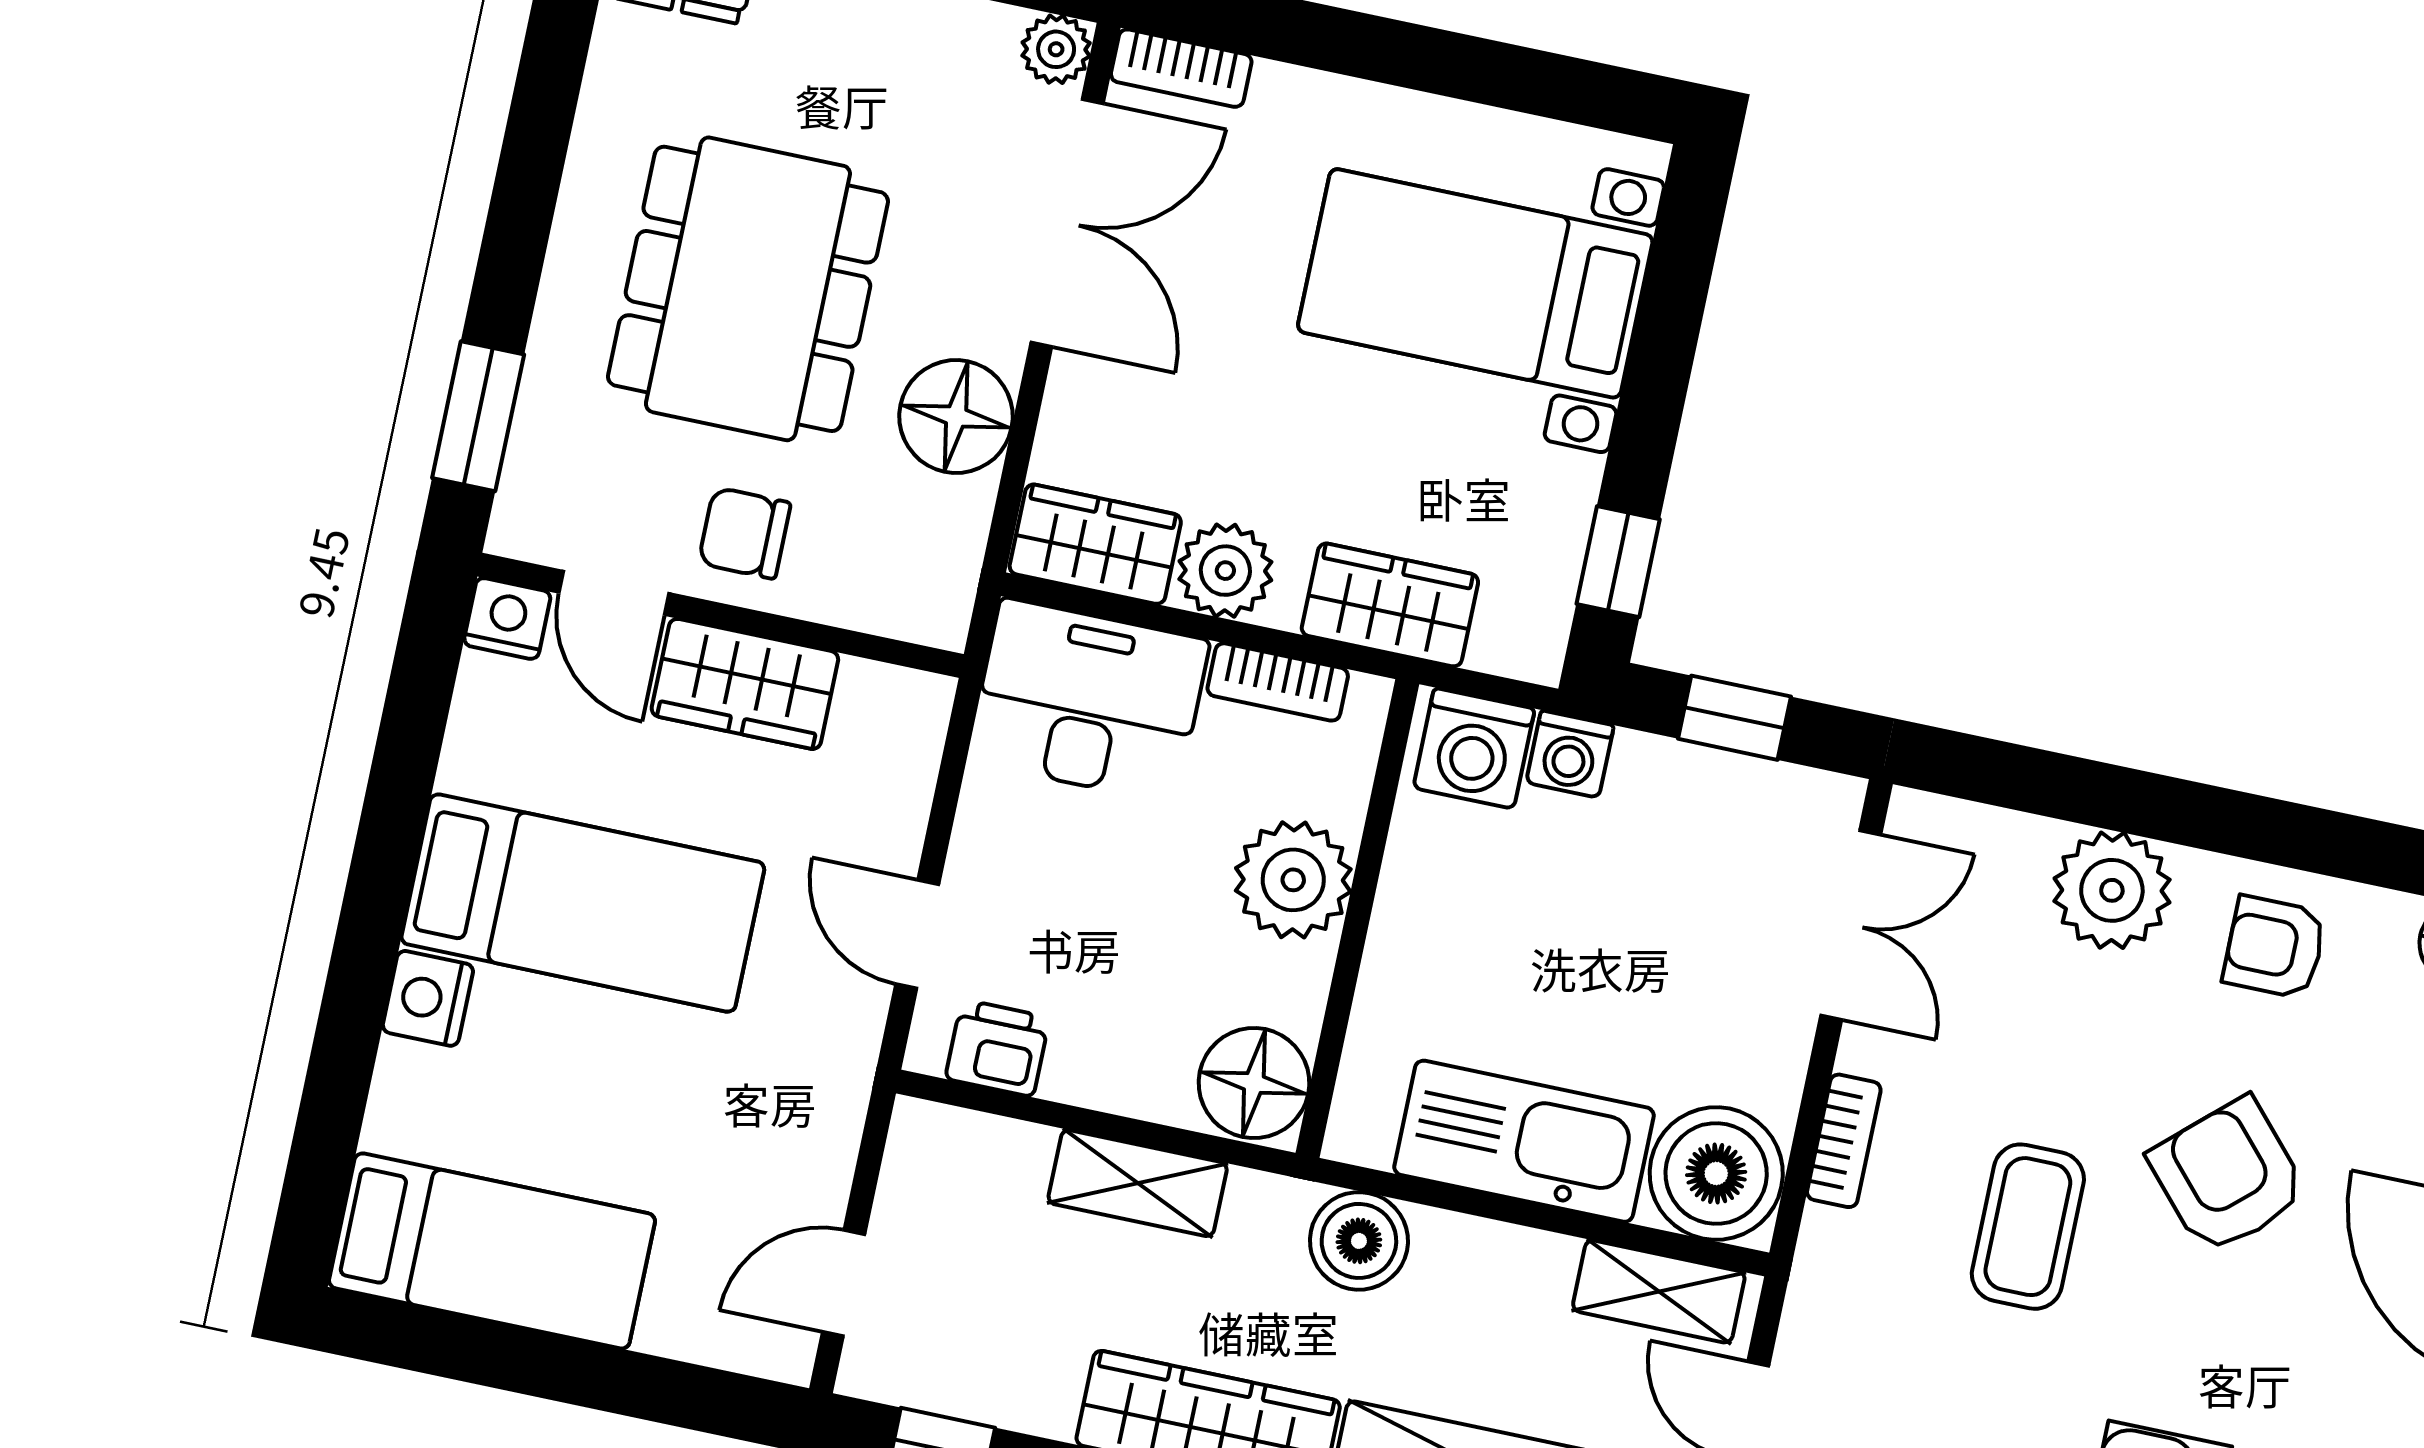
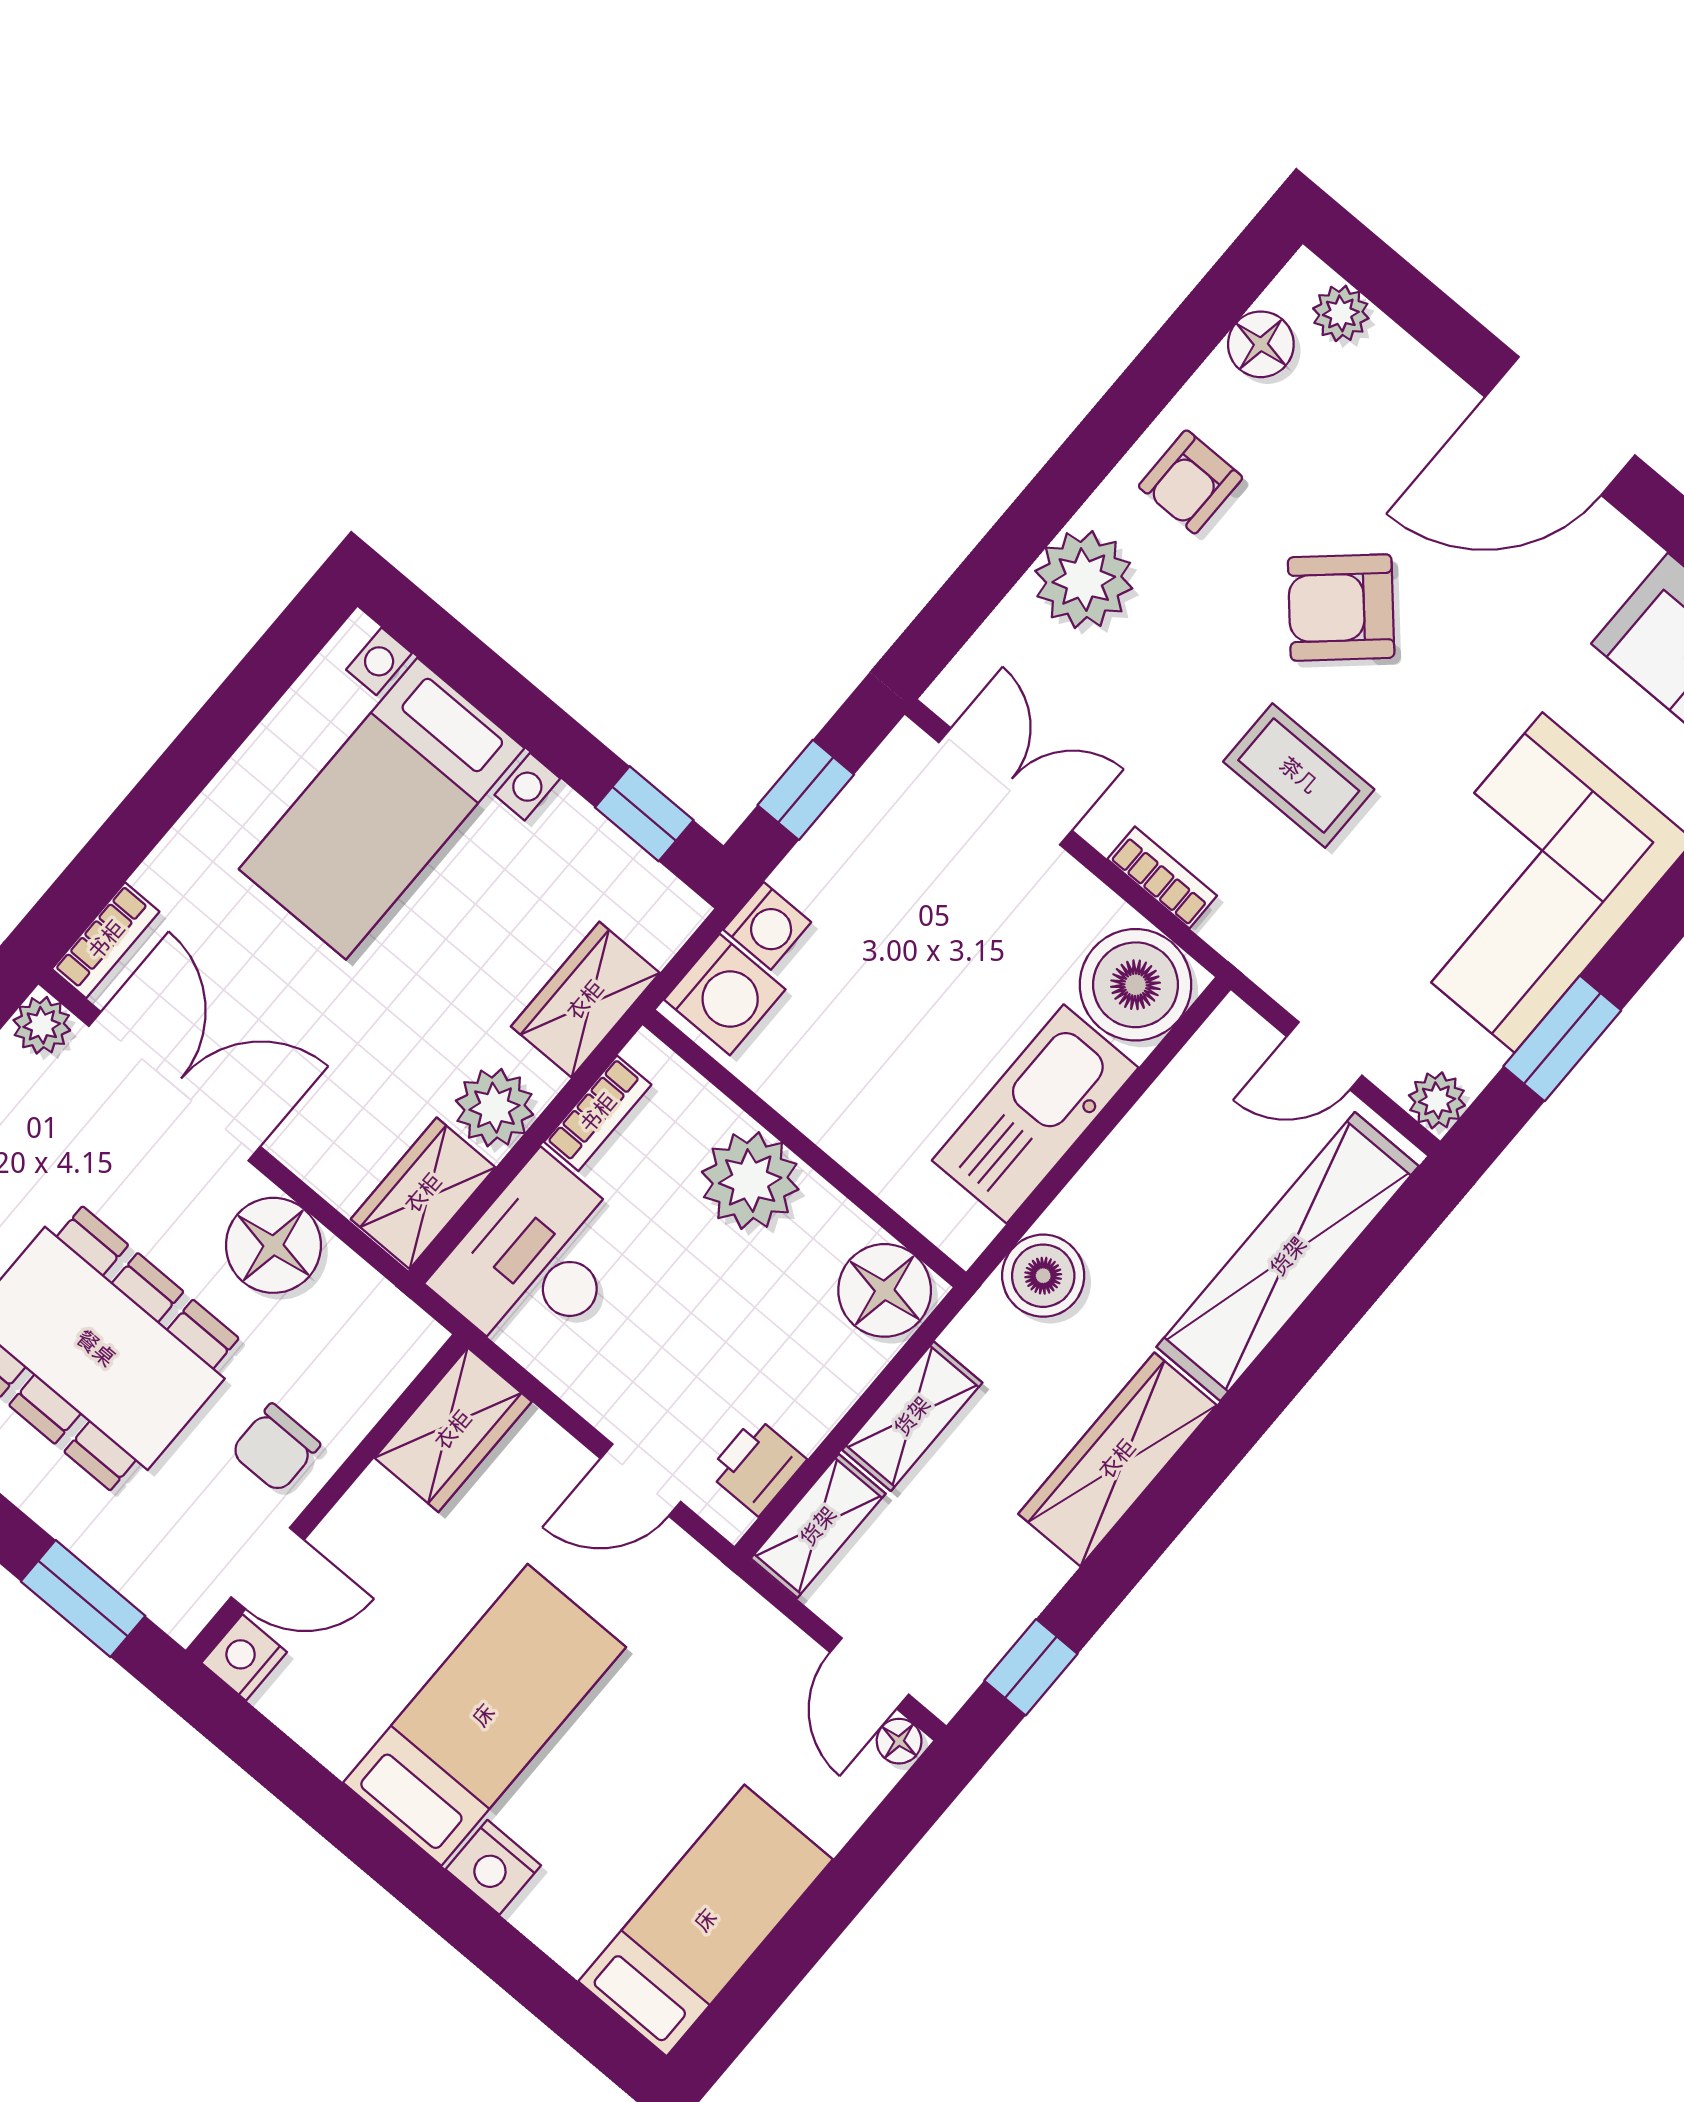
wardrobe: (745, 684) -> (453, 1430), moved
shelving: (1659, 1292) -> (818, 1526), moved
floor lamp: (789, 1353) -> (899, 1741), added

